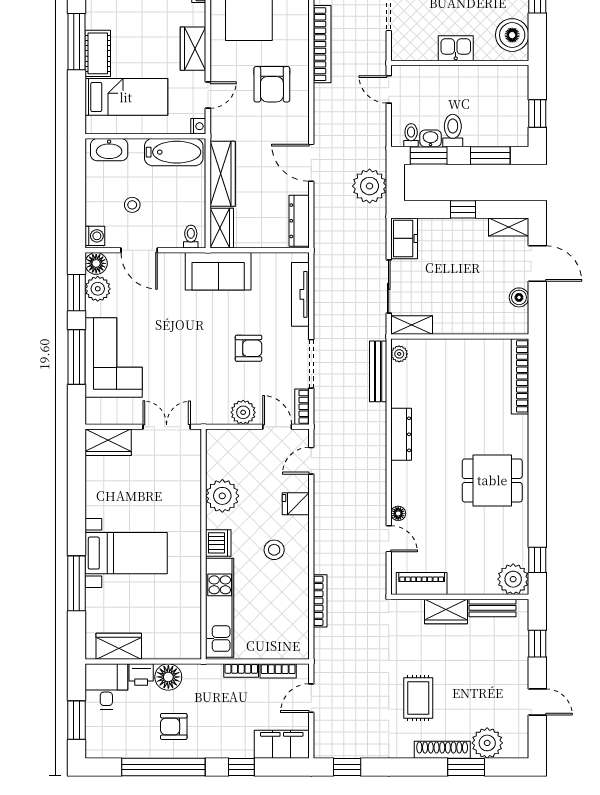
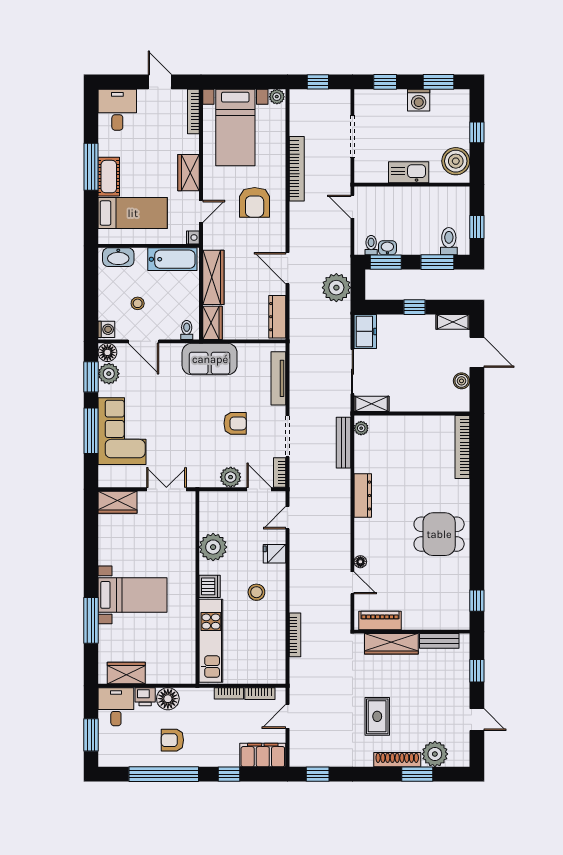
kitchen sink: (456, 48) -> (409, 172), width x1.38
toilet: (453, 131) -> (449, 241), moved
plant: (513, 579) -> (457, 617), removed
wardrobe: (446, 611) -> (391, 644), width x1.50

